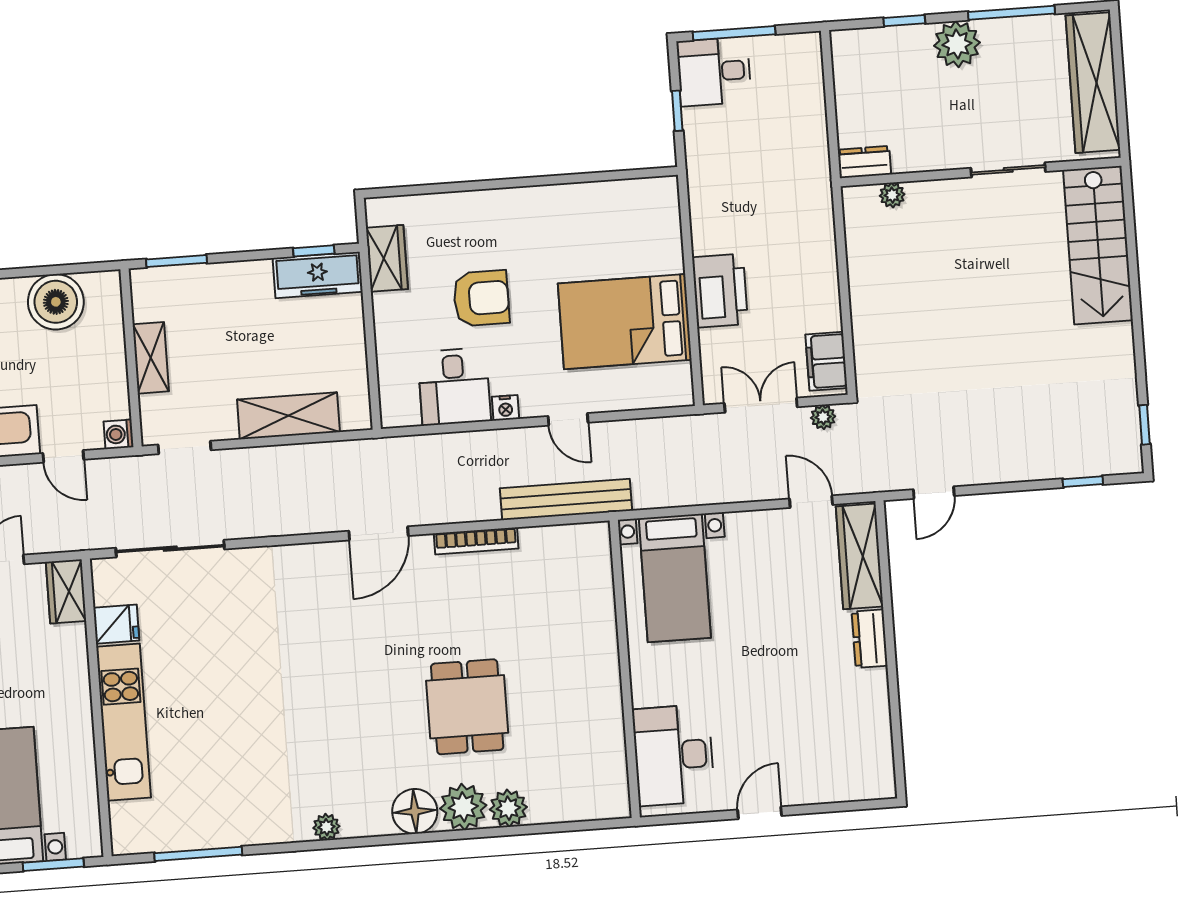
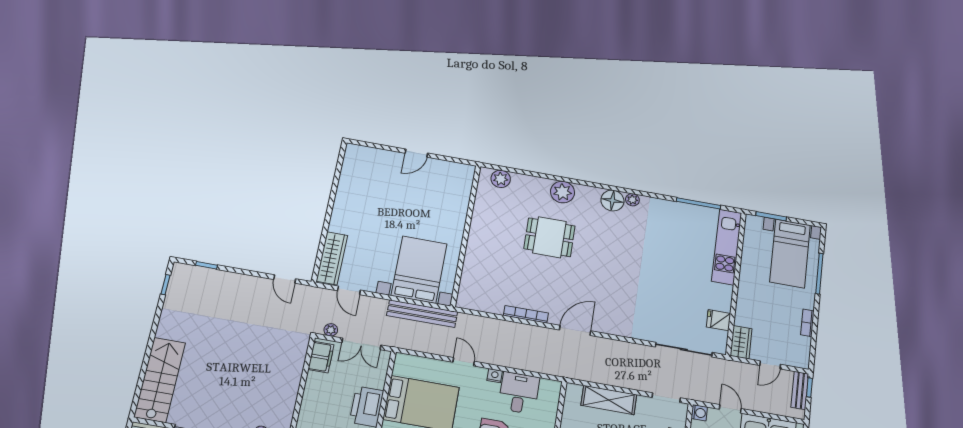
door: (934, 493) -> (285, 279), swing flipped
bench: (566, 499) -> (422, 314), moved
bed with nightstands: (675, 578) -> (419, 270), width x1.36
dresser: (870, 639) -> (338, 218), removed
dining table: (467, 707) -> (549, 237), turned 90
kitchen unit: (124, 722) -> (727, 247), moved
desk: (674, 755) -> (452, 190), removed
plant: (508, 808) -> (501, 179), moved
floor lamp: (415, 811) -> (612, 200), moved

